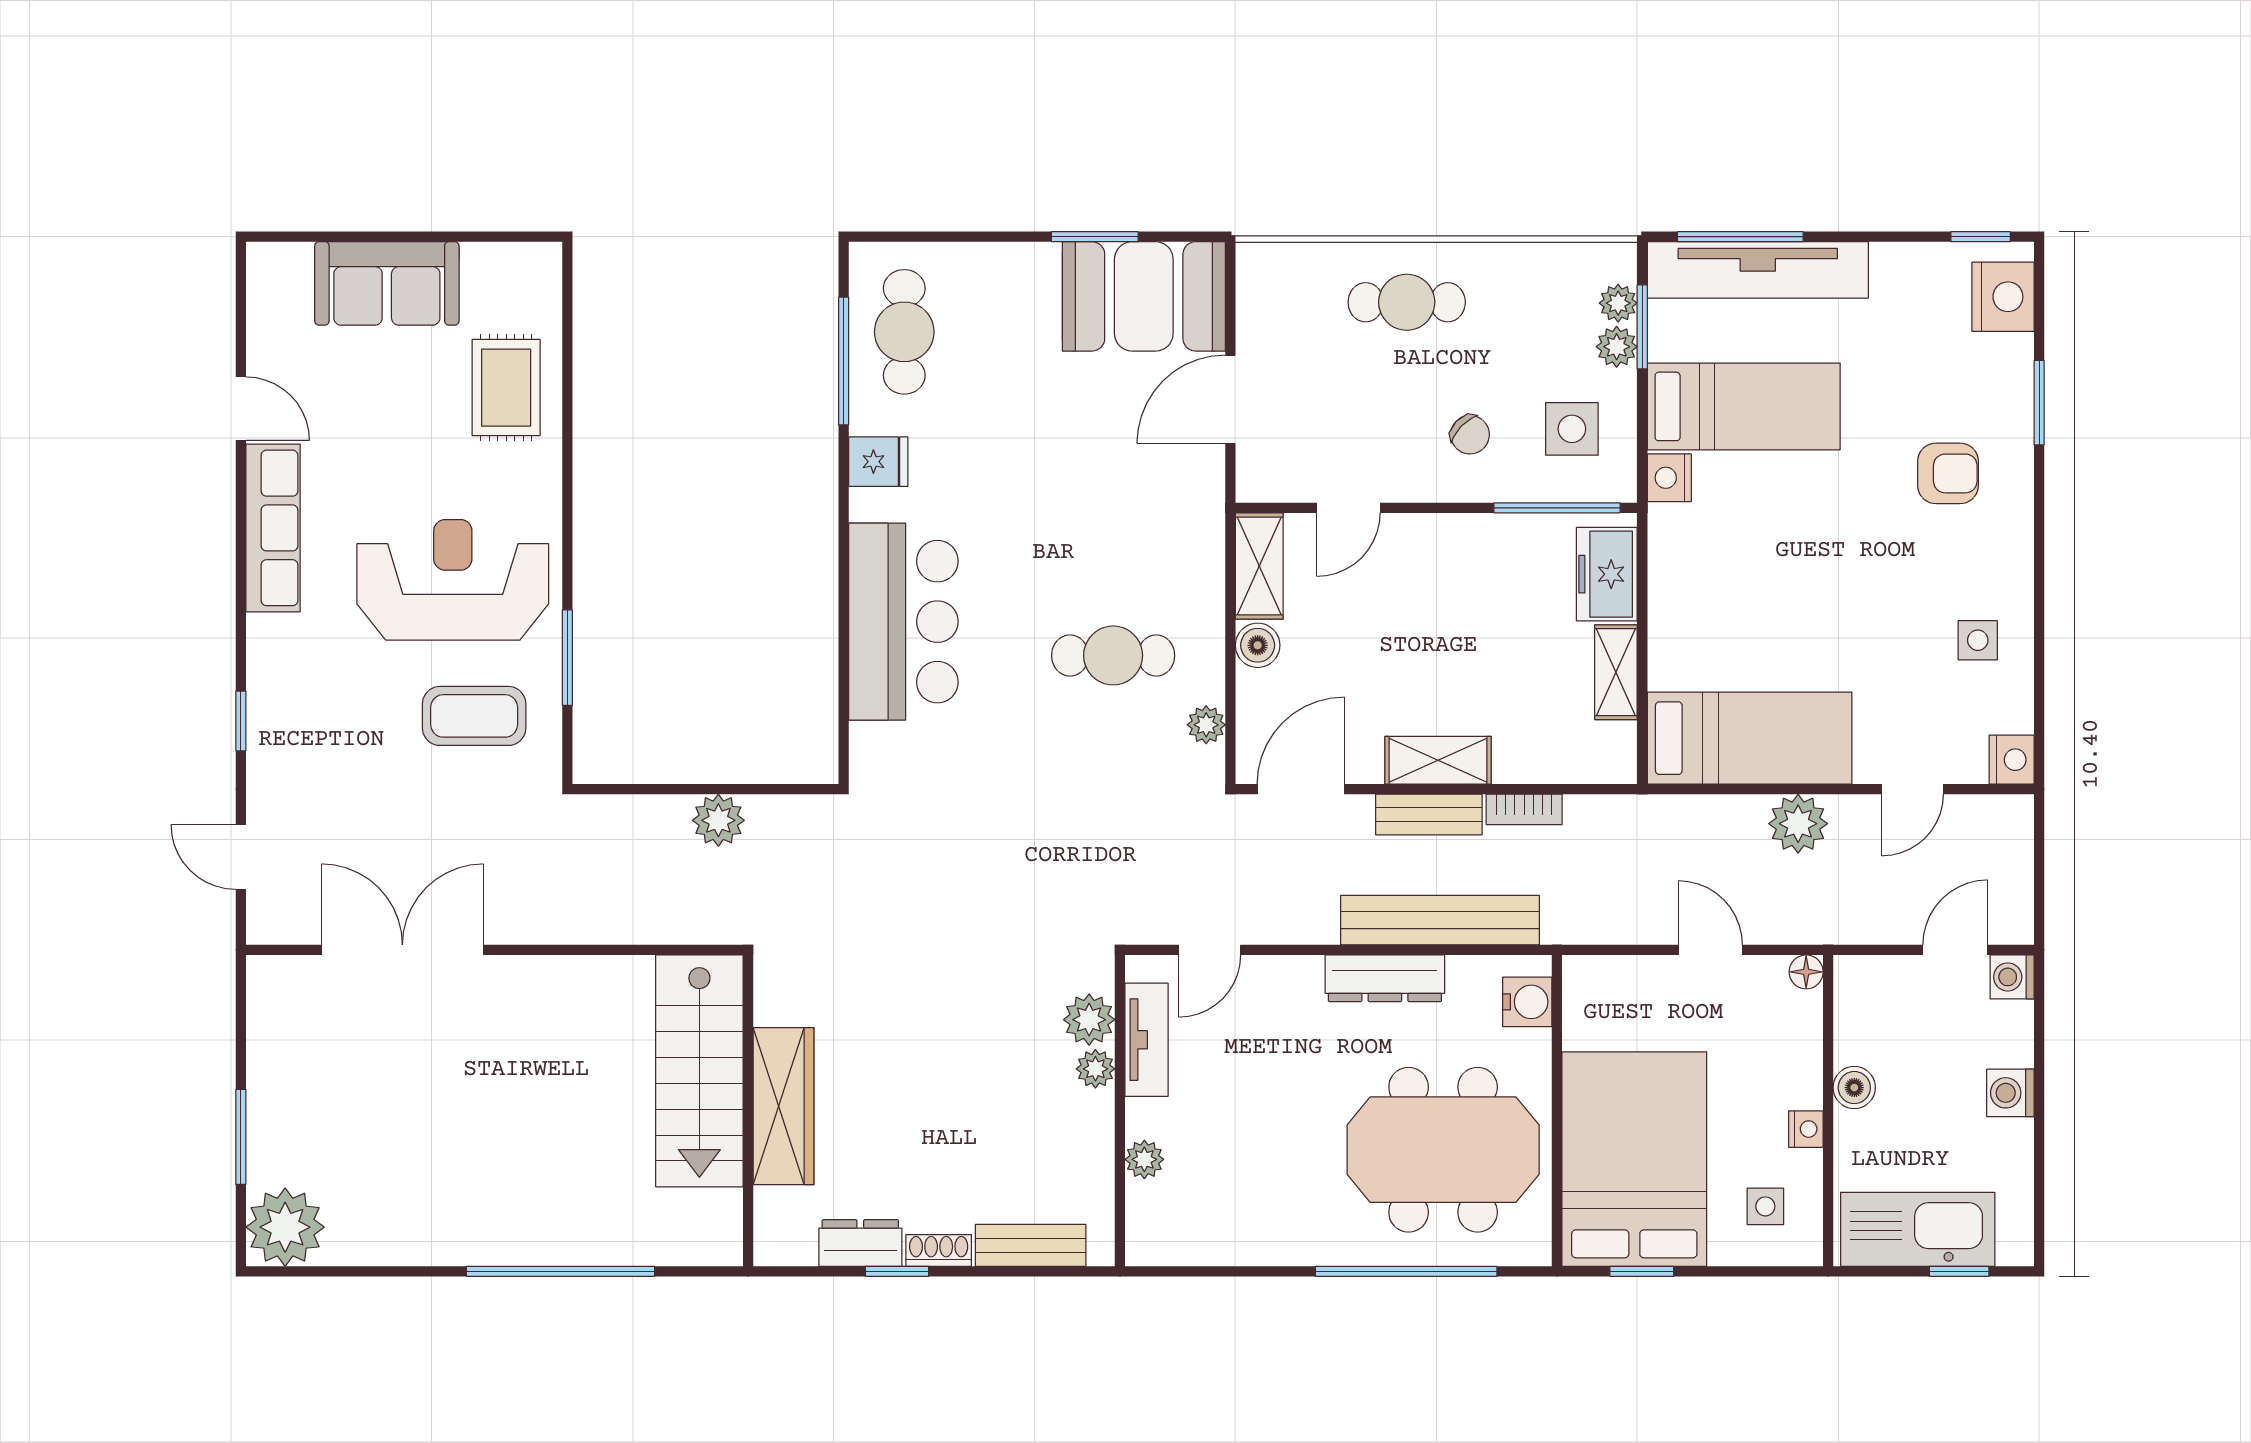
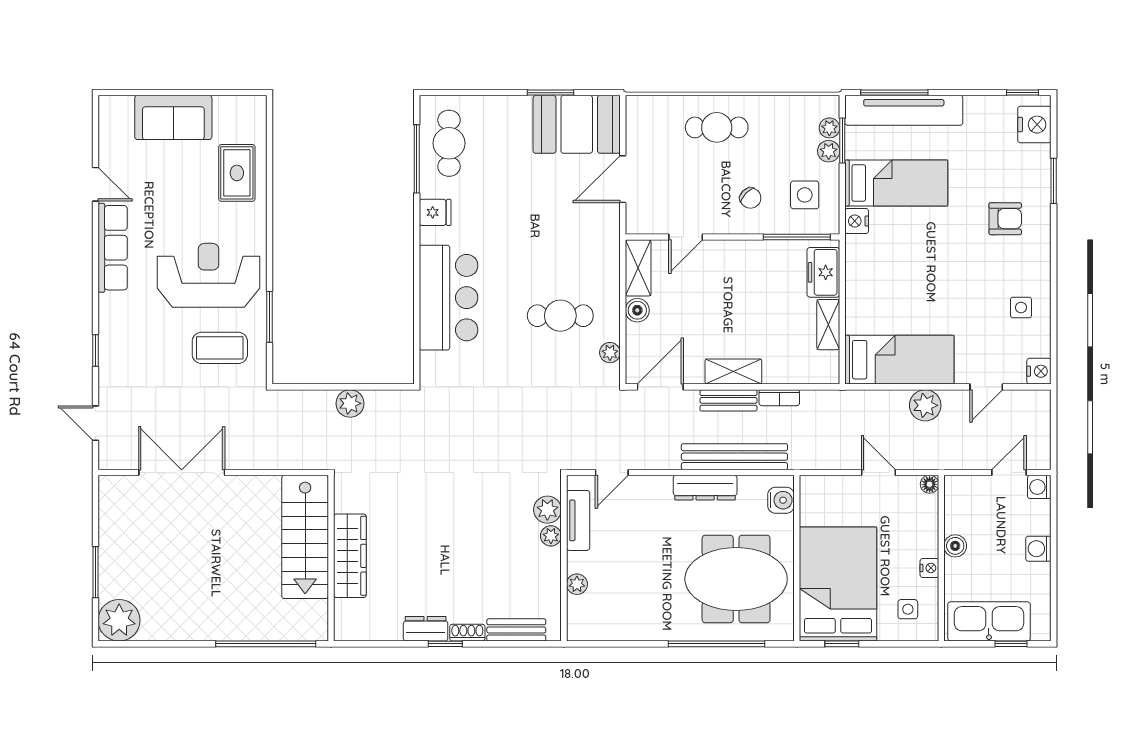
stairs: (699, 1071) -> (305, 537), moved
wardrobe: (784, 1106) -> (350, 556), moved
wall: (748, 1111) -> (331, 558), moved

